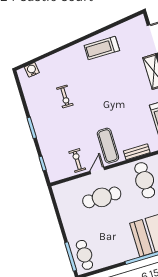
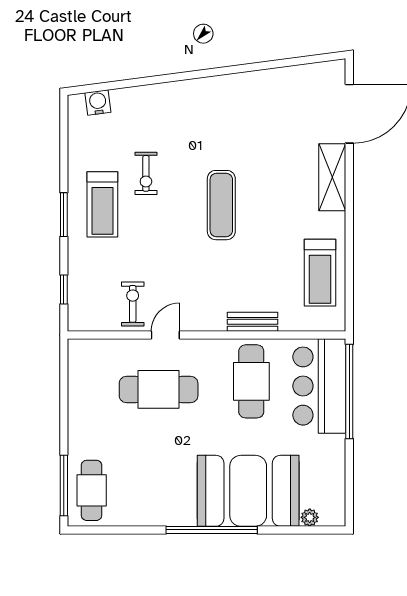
treadmill: (102, 48) -> (102, 204), moved, turned -90
exercise mat: (108, 146) -> (221, 205), moved

